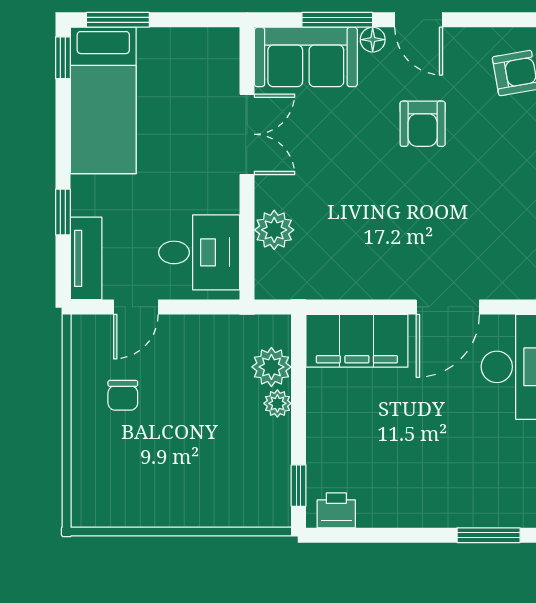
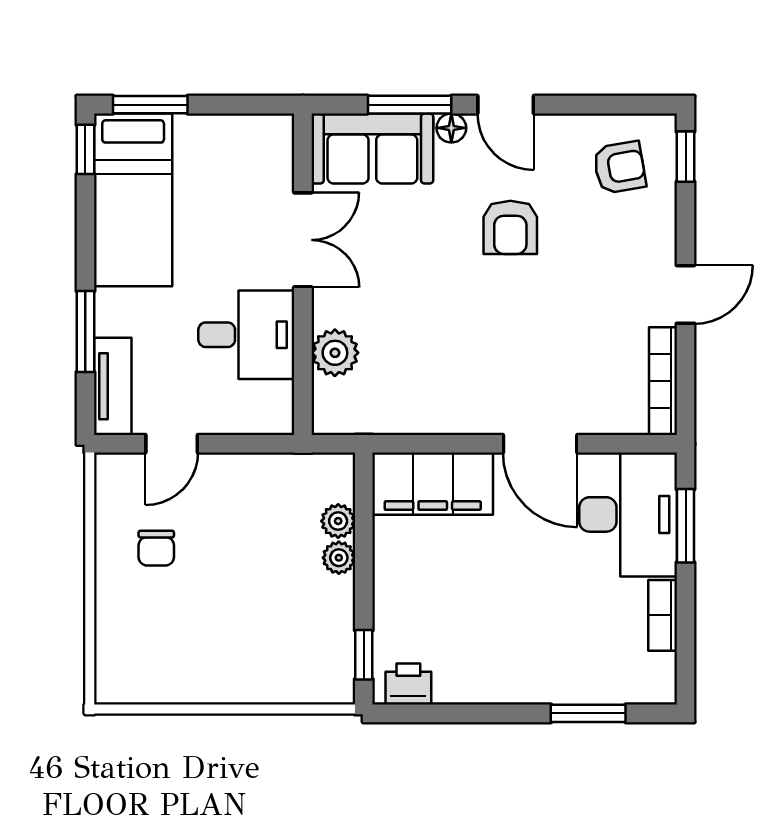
window: (63, 212) -> (85, 332), width x1.50
desk: (199, 252) -> (246, 335), moved
door: (448, 307) -> (540, 444), hinge flipped
plant: (271, 367) -> (338, 521), width x0.73, depth x0.73

